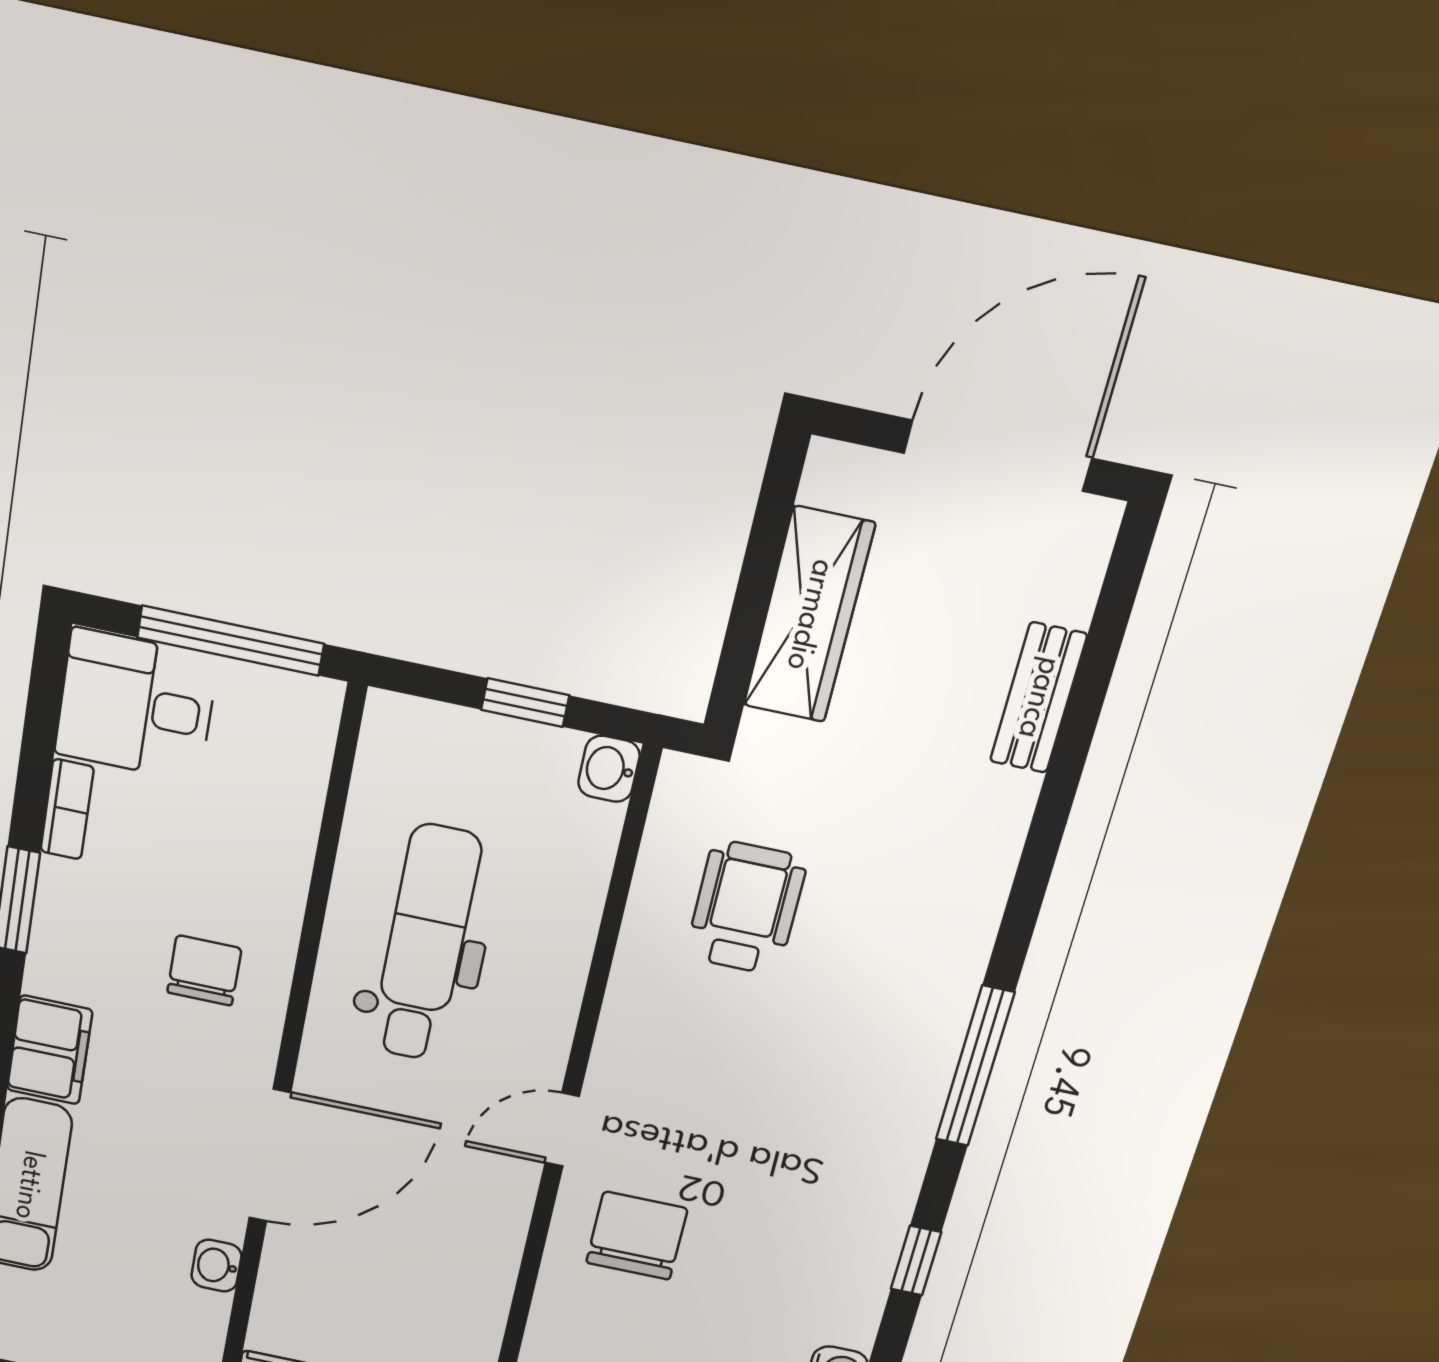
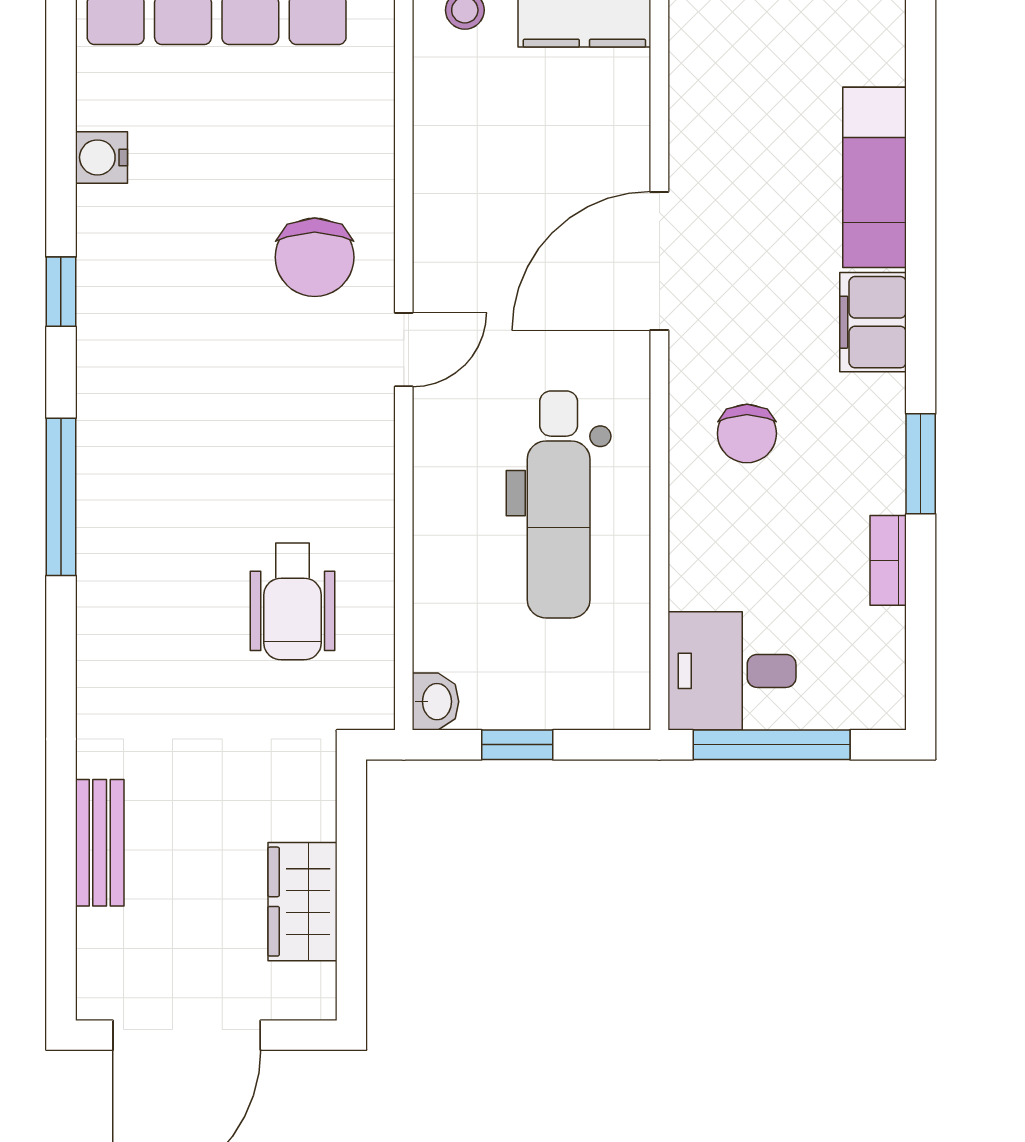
wardrobe: (809, 615) -> (303, 902), width x0.67
desk: (136, 705) -> (732, 671), moved, turned 180
washbasin: (216, 1266) -> (689, 133), removed

